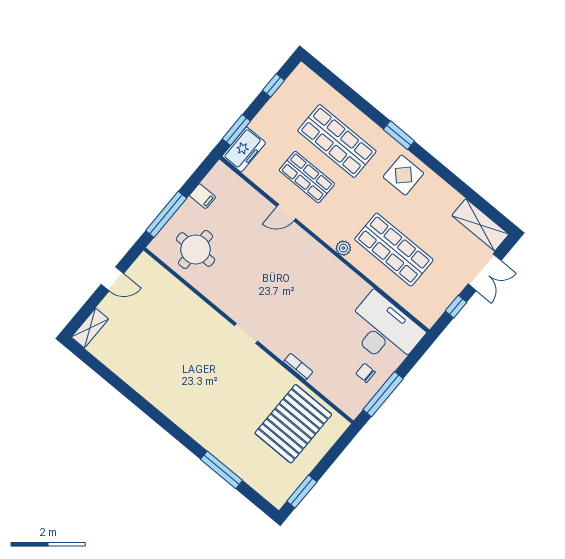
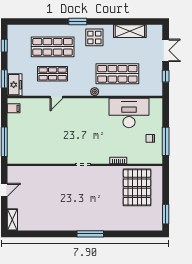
filing cabinet: (203, 196) -> (14, 108), moved
shelving: (480, 225) -> (130, 31), moved
round table: (196, 250) -> (30, 146), removed
desk: (384, 330) -> (129, 113), moved
window: (221, 470) -> (90, 234), moved

